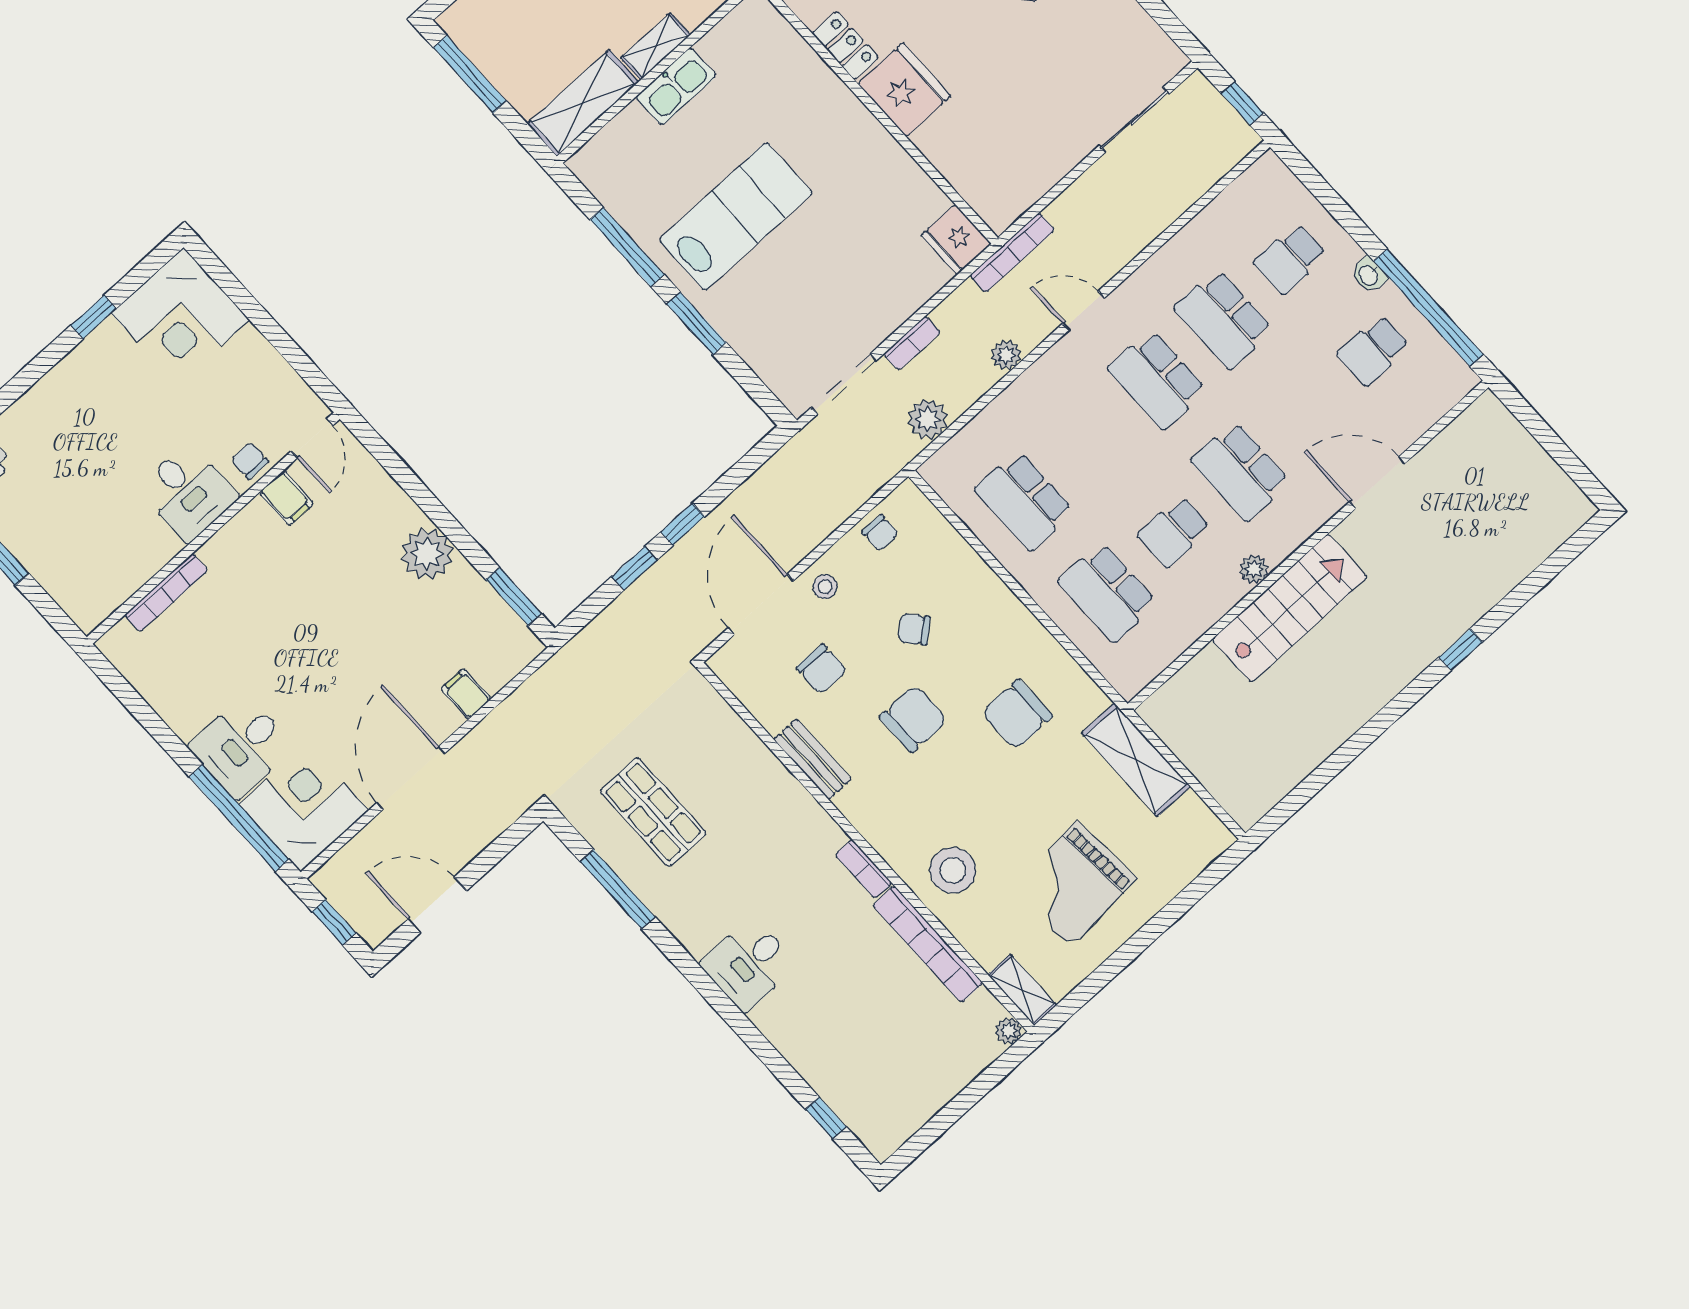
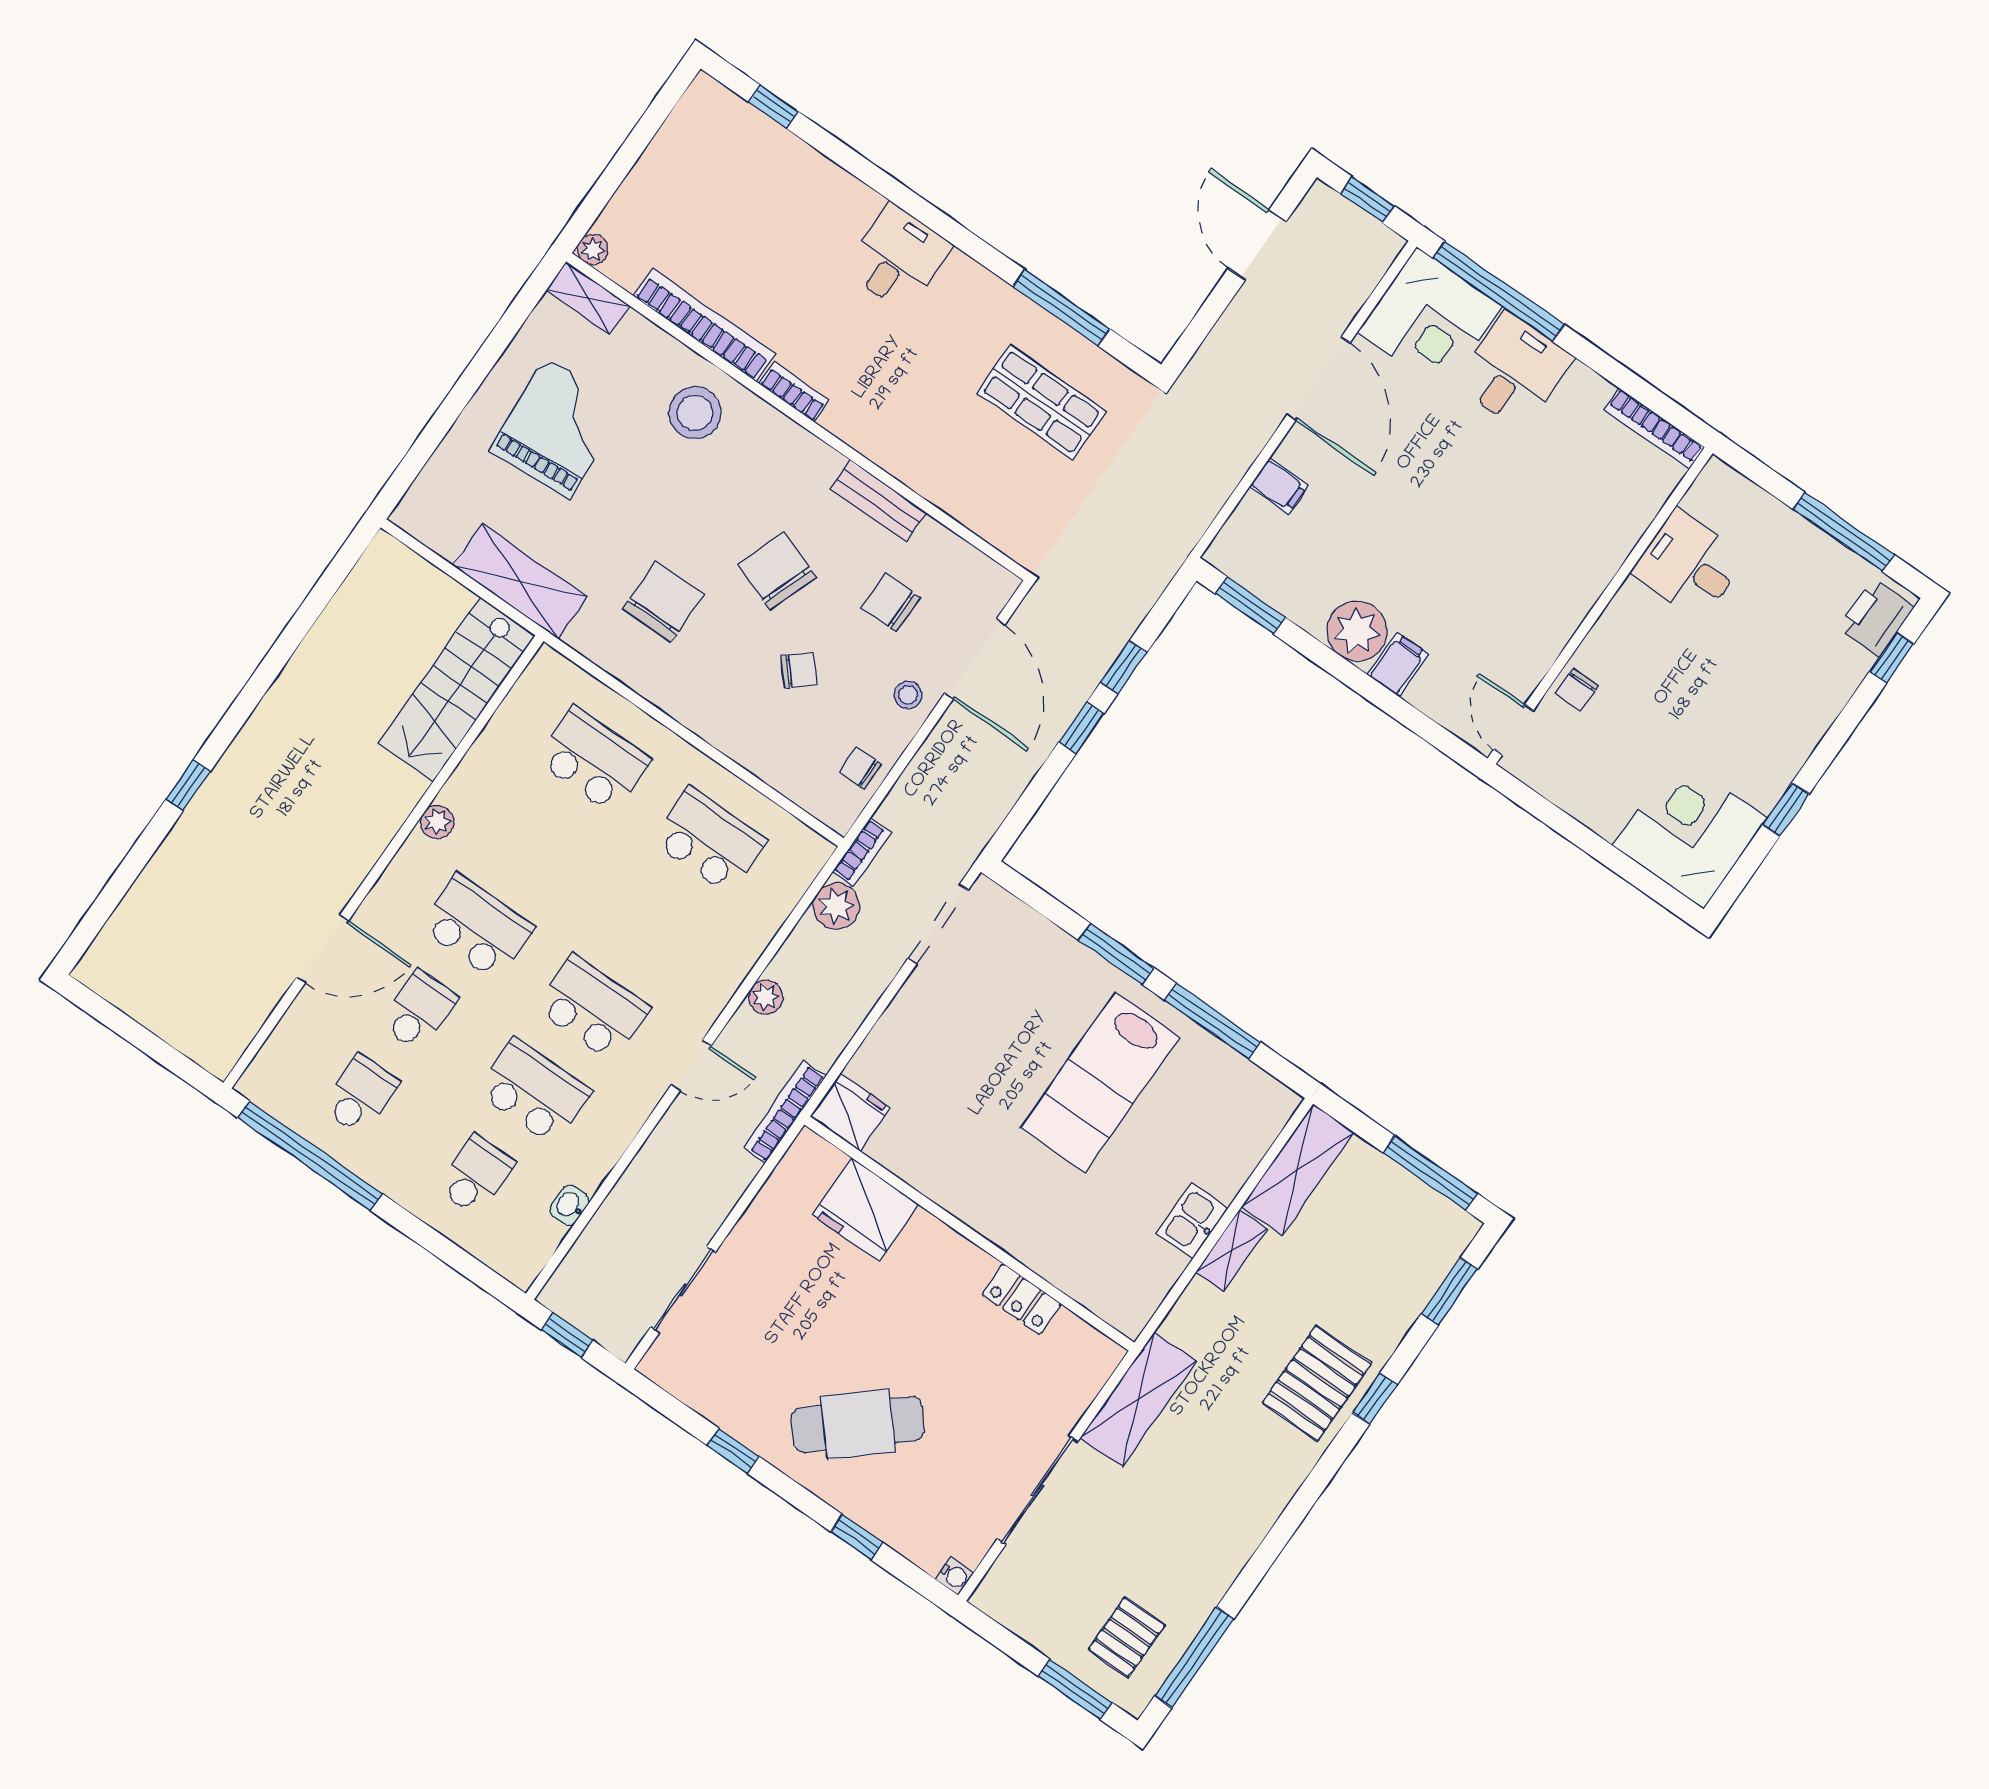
kitchen sink: (676, 86) -> (1192, 1221), width x0.73
fridge: (904, 90) -> (866, 1210), moved
washbasin: (1369, 275) -> (570, 1205), moved, turned -90
bookcase: (912, 343) -> (862, 852), moved, turned 180
chair: (250, 461) -> (1577, 689), turned 90
desk: (188, 492) -> (1689, 565), moved
filing cabinet: (286, 498) -> (1398, 665), moved, turned 90
school desk: (1174, 532) -> (419, 1011), moved
bookcase: (166, 593) -> (1654, 428), moved, turned -90
stairs: (1290, 608) -> (457, 689), moved
chair: (913, 719) -> (777, 571), turned 110
door: (437, 905) -> (1257, 245), swing flipped

